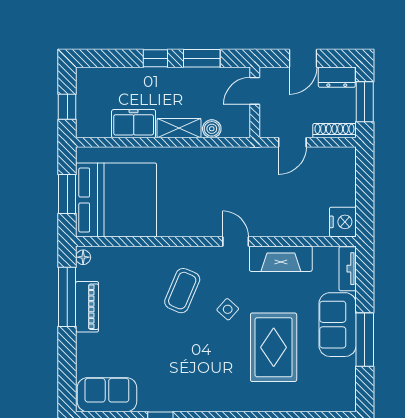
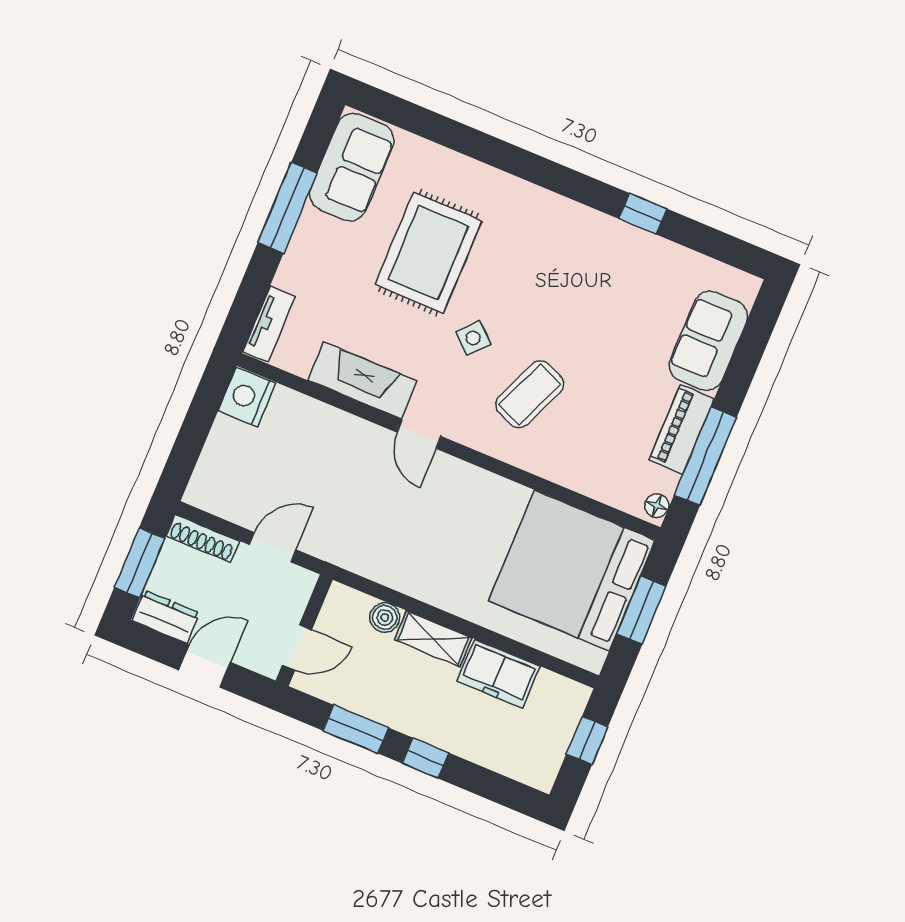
sofa: (338, 325) -> (352, 167), moved
sofa: (107, 395) -> (708, 341), moved, turned 90

